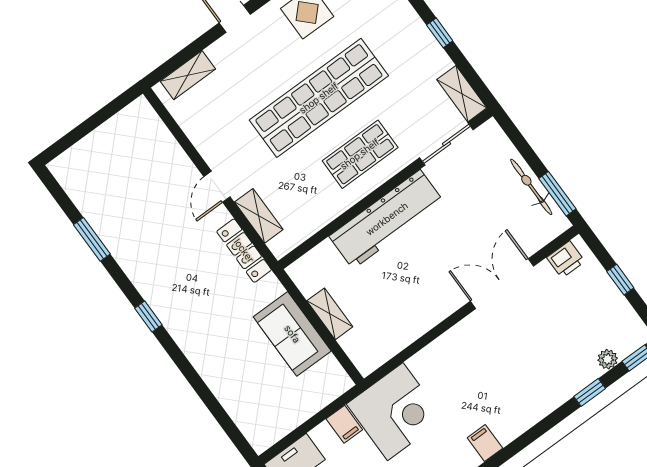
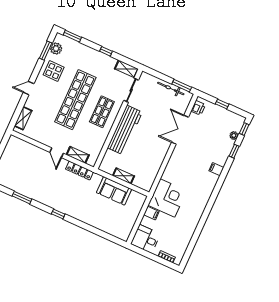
filing cabinet: (485, 443) -> (216, 169), moved

